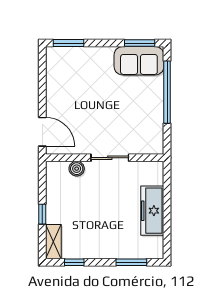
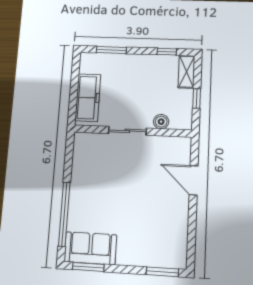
wall: (105, 158) -> (132, 131), moved
sliding door: (110, 158) -> (127, 131), moved
boiler: (77, 169) -> (161, 122), moved

